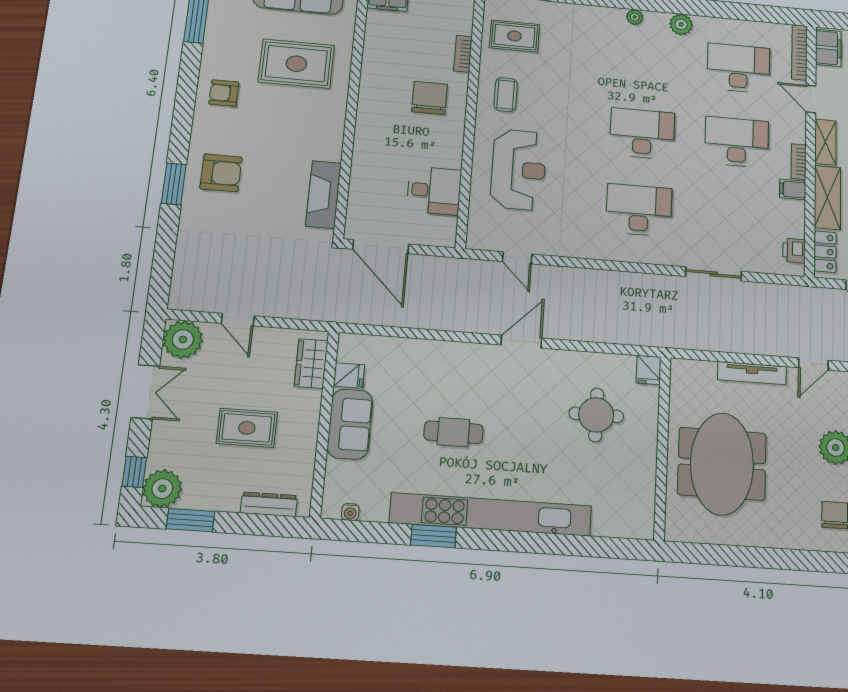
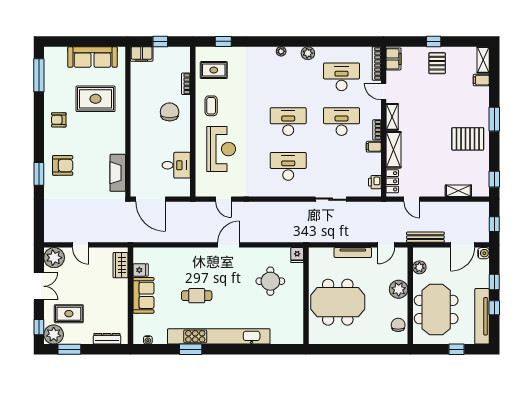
rug: (247, 428) -> (69, 314), moved
meeting table: (722, 464) -> (338, 302), turned 90

